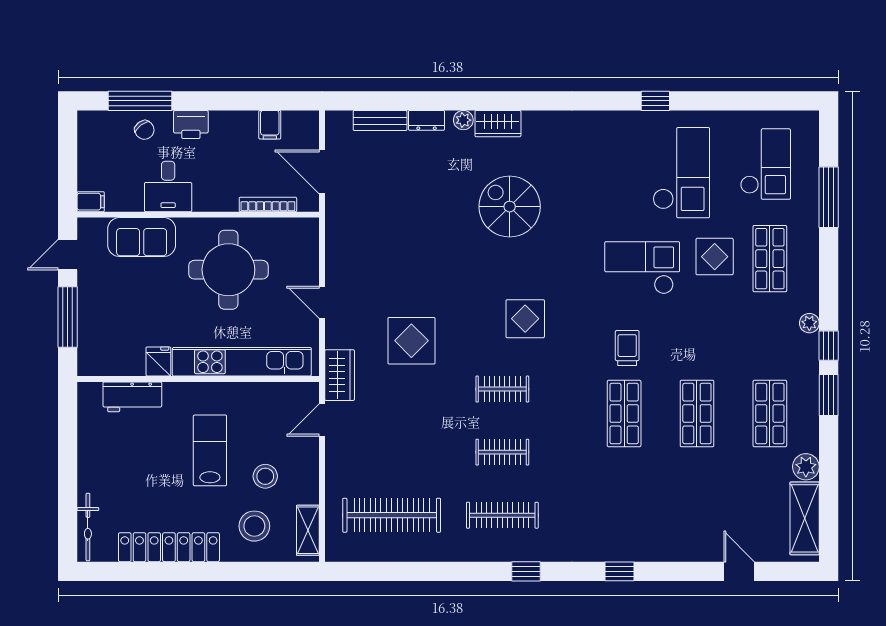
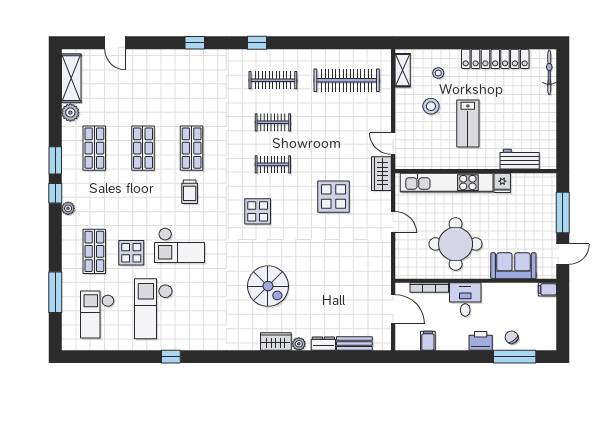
desk: (168, 186) -> (465, 300), moved
door: (322, 420) -> (393, 144), swing flipped
stool: (254, 526) -> (438, 73), width x0.53, depth x0.53

